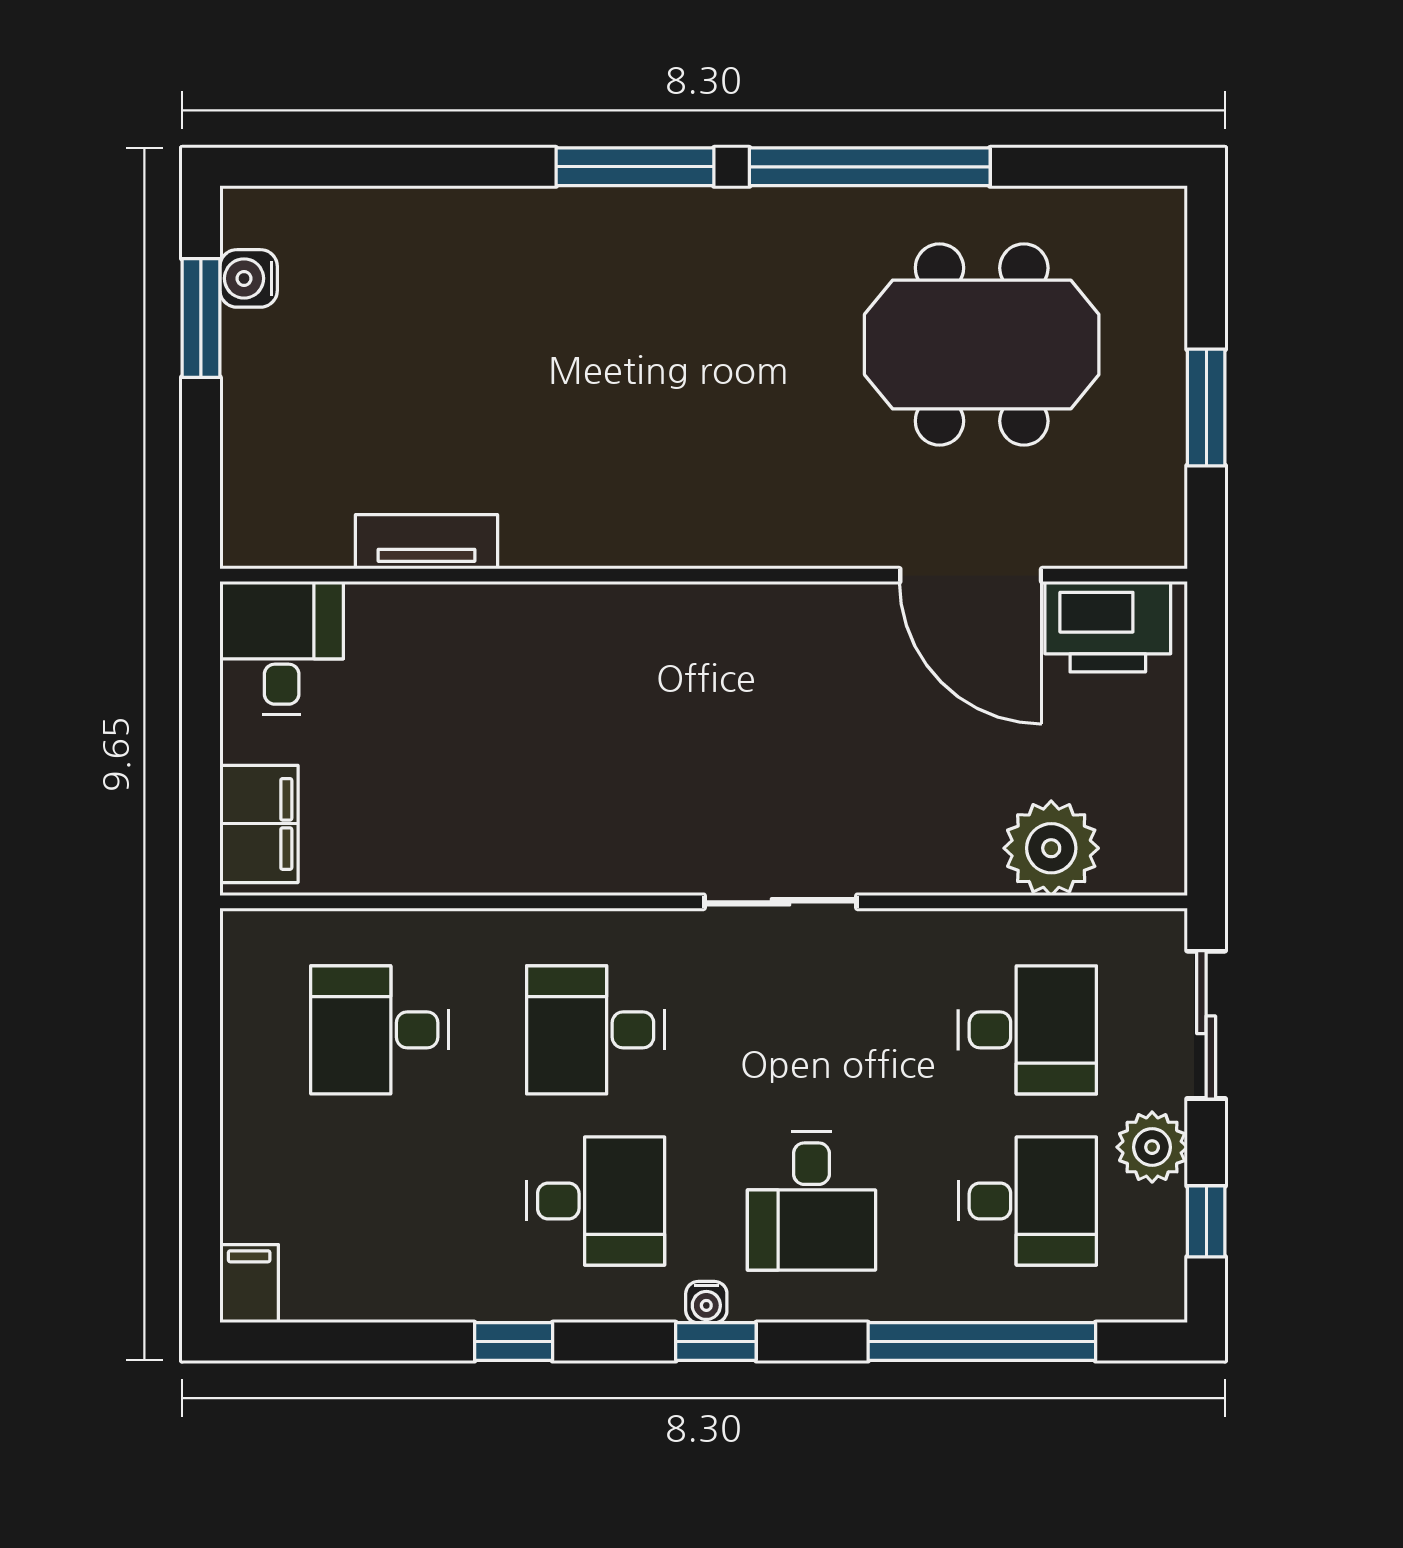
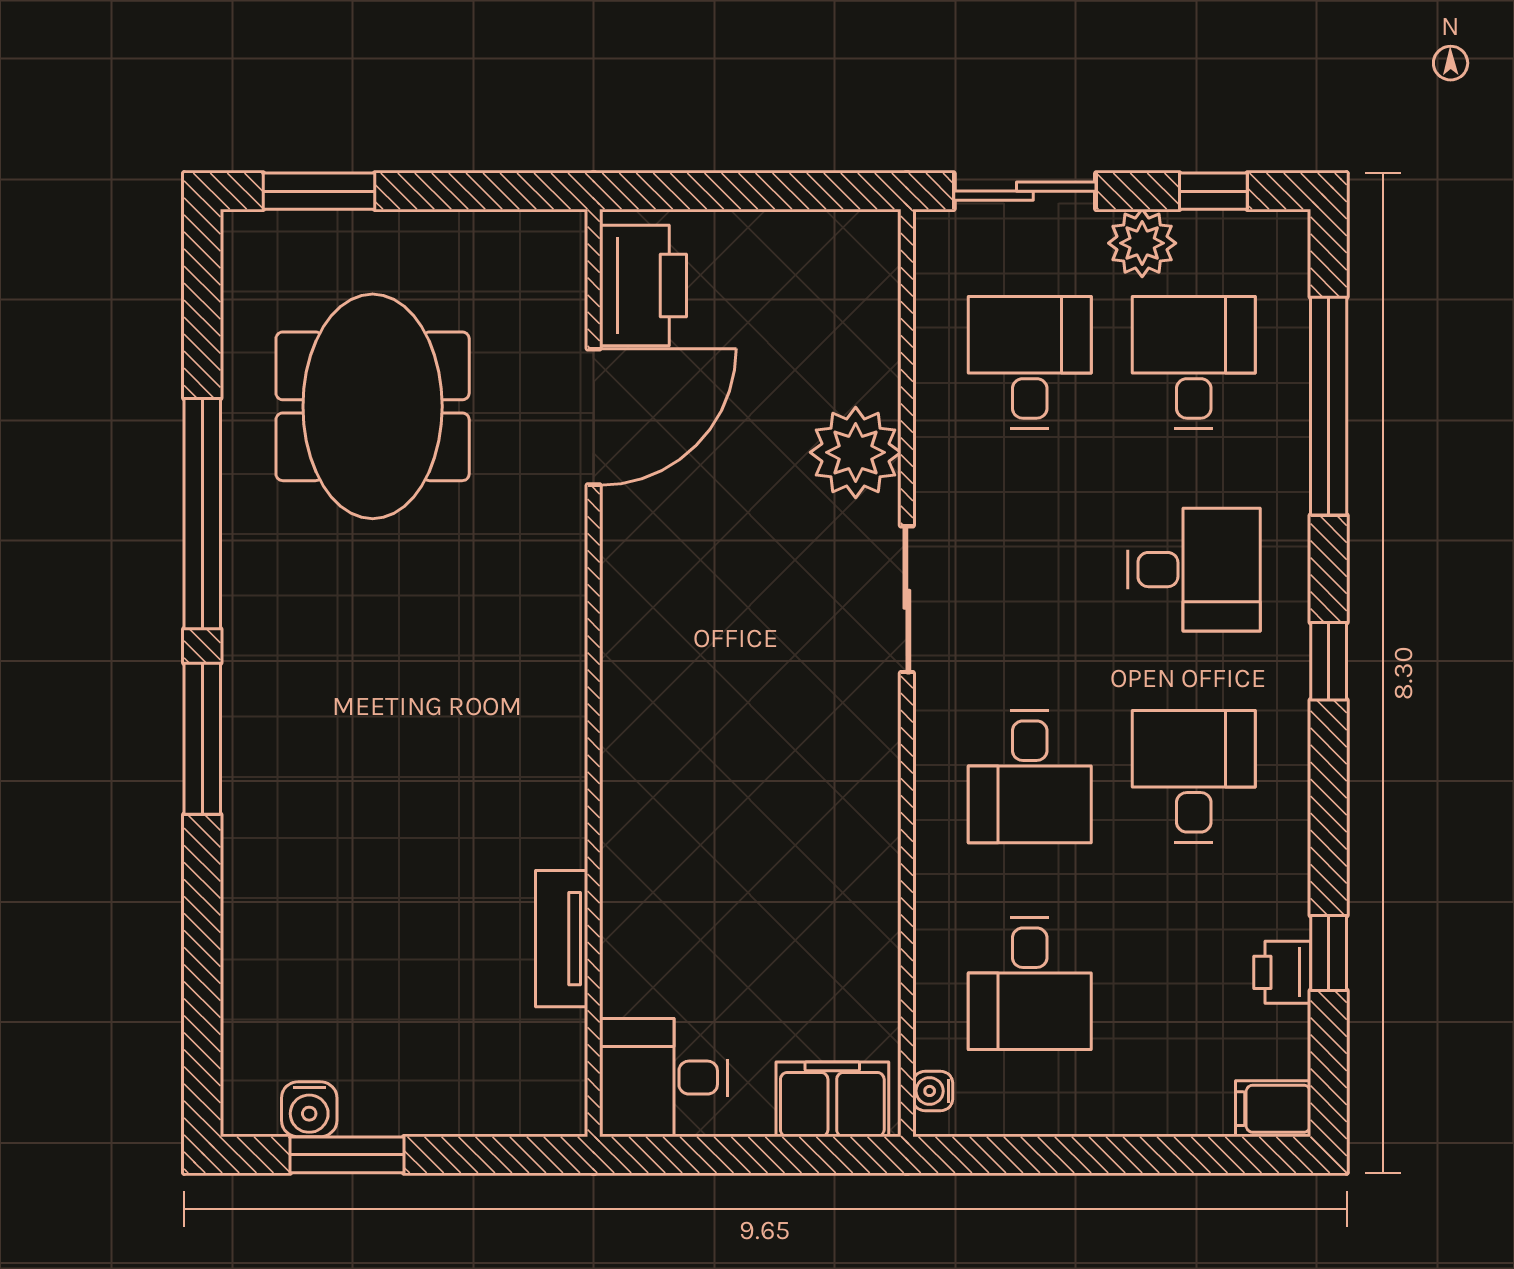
window: (1206, 407) -> (319, 191), moved
plant: (1051, 848) -> (856, 452), moved
printer: (391, 1293) -> (1282, 972), added
water cooler: (706, 1302) -> (933, 1091), moved, turned 180
window: (514, 1342) -> (1329, 953), moved

